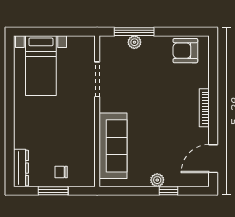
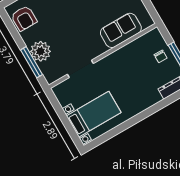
plant: (134, 42) -> (41, 51), width x1.87, depth x1.87
sofa: (113, 146) -> (121, 30), width x0.73

